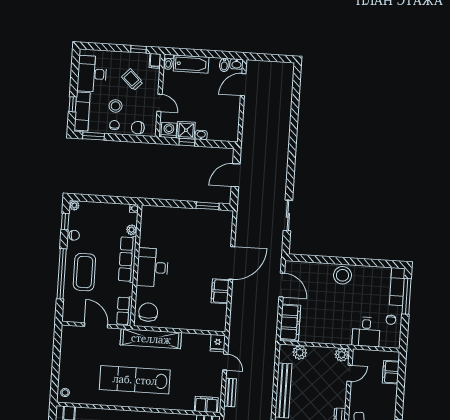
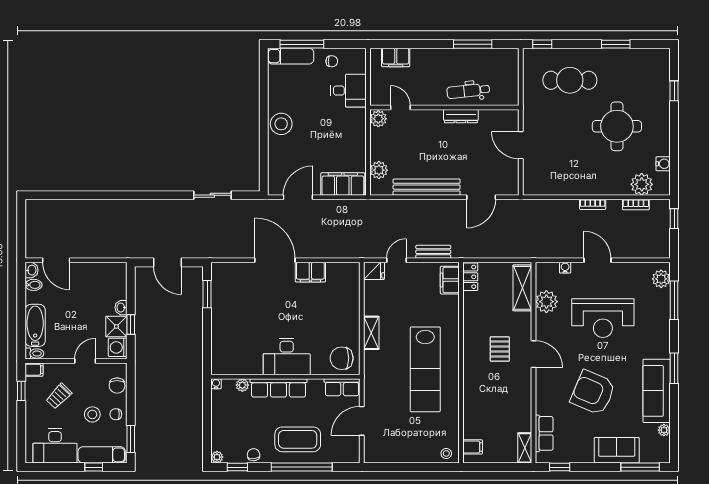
shelving: (151, 339) -> (371, 333), width x0.45, depth x0.75

